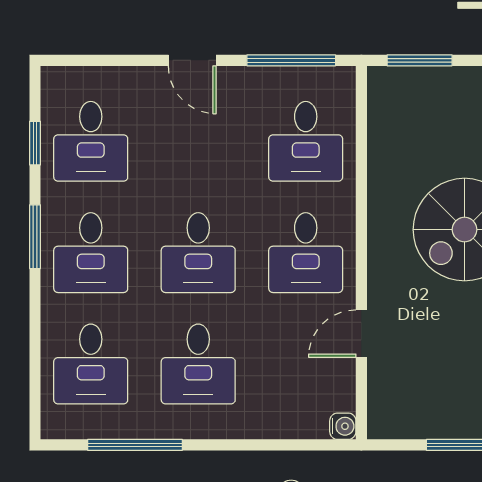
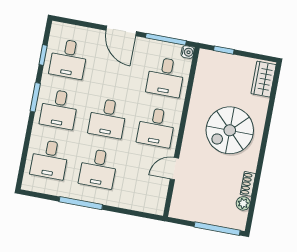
door: (192, 60) -> (121, 31), width x1.38
window: (420, 60) -> (224, 50), width x0.67
water cooler: (343, 426) -> (188, 52), moved
window: (135, 445) -> (81, 203), moved

